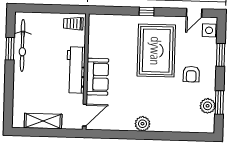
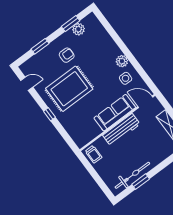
side table: (209, 30) -> (126, 78), moved
sofa: (98, 77) -> (115, 113), width x1.36

